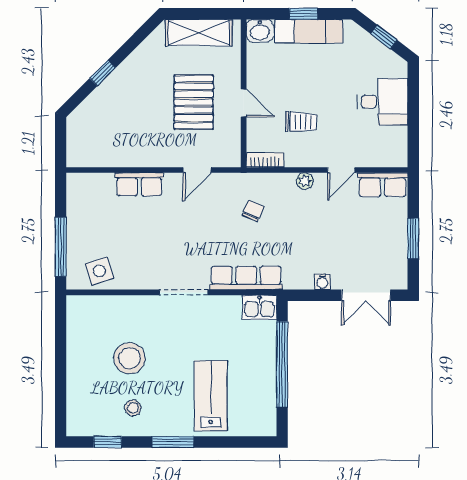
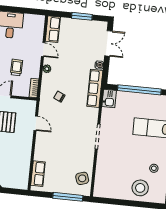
row of seats: (139, 184) -> (38, 174), moved
row of seats: (246, 278) -> (95, 88), moved
stool: (130, 358) -> (140, 188), moved

